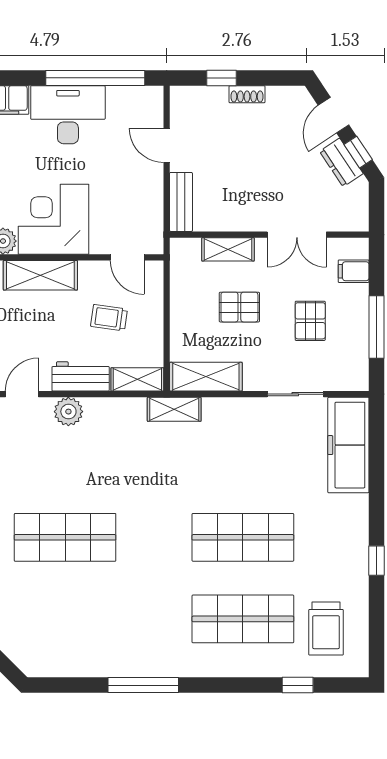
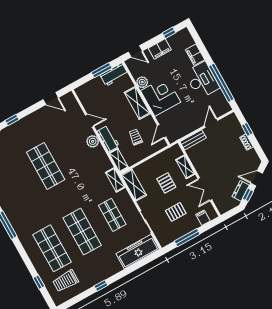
shop shelf: (243, 456) -> (112, 215), added

